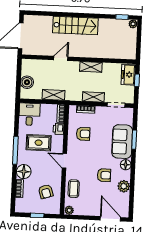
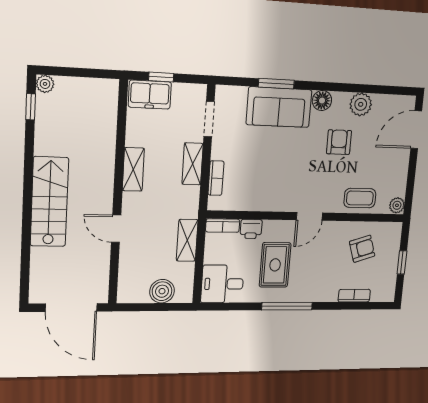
armchair: (83, 134) -> (262, 182), removed
floor lamp: (24, 172) -> (325, 289), removed

